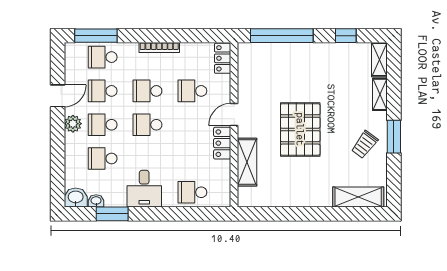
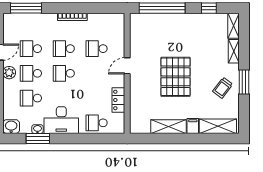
school desk: (103, 57) -> (31, 24), removed
locker: (223, 58) -> (119, 25), removed
locker: (222, 143) -> (118, 100), moved
shelving: (247, 162) -> (168, 127), moved, turned 90
desk: (144, 189) -> (61, 120), width x1.37
filing cabinet: (324, 197) -> (193, 126), added
washbasin: (96, 201) -> (37, 129), moved

